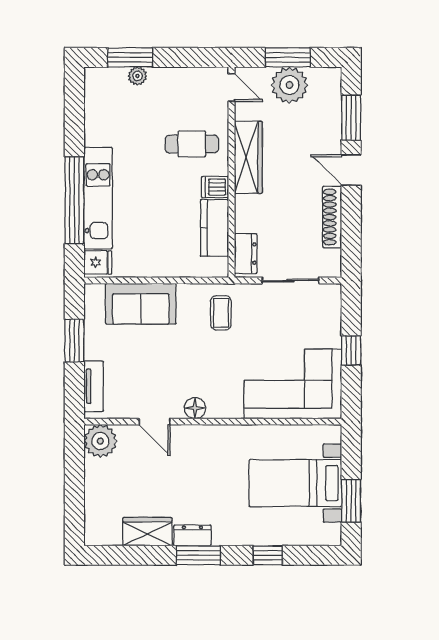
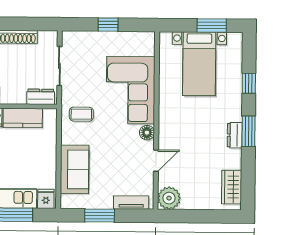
corner sofa: (293, 384) -> (131, 90), moved
wardrobe: (147, 532) -> (232, 187), moved

